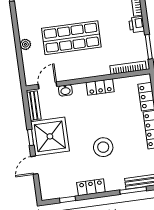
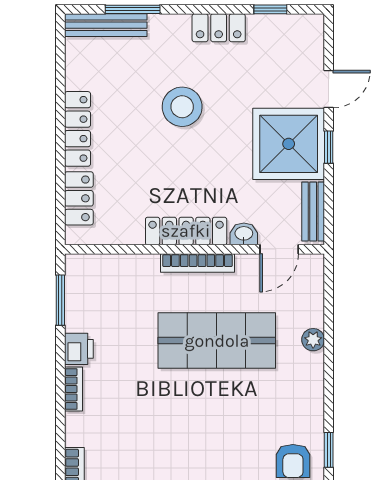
bookcase: (128, 68) -> (197, 263), moved
locker: (100, 87) -> (186, 231), width x1.53

